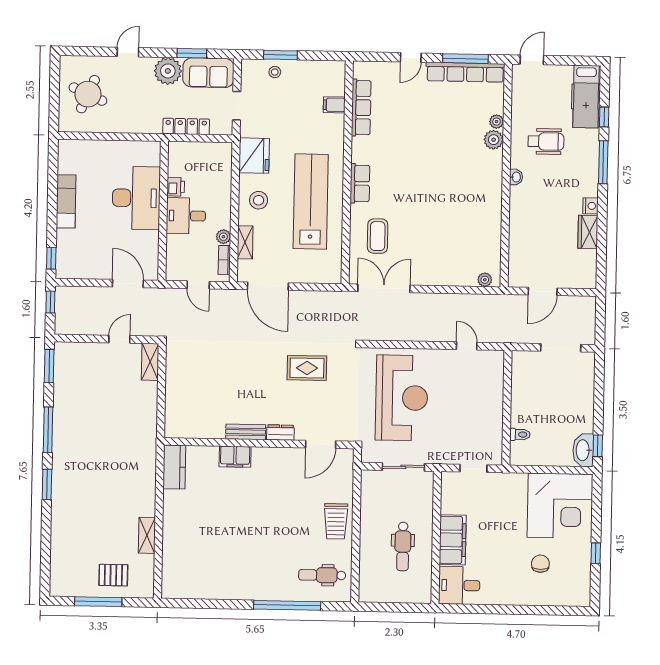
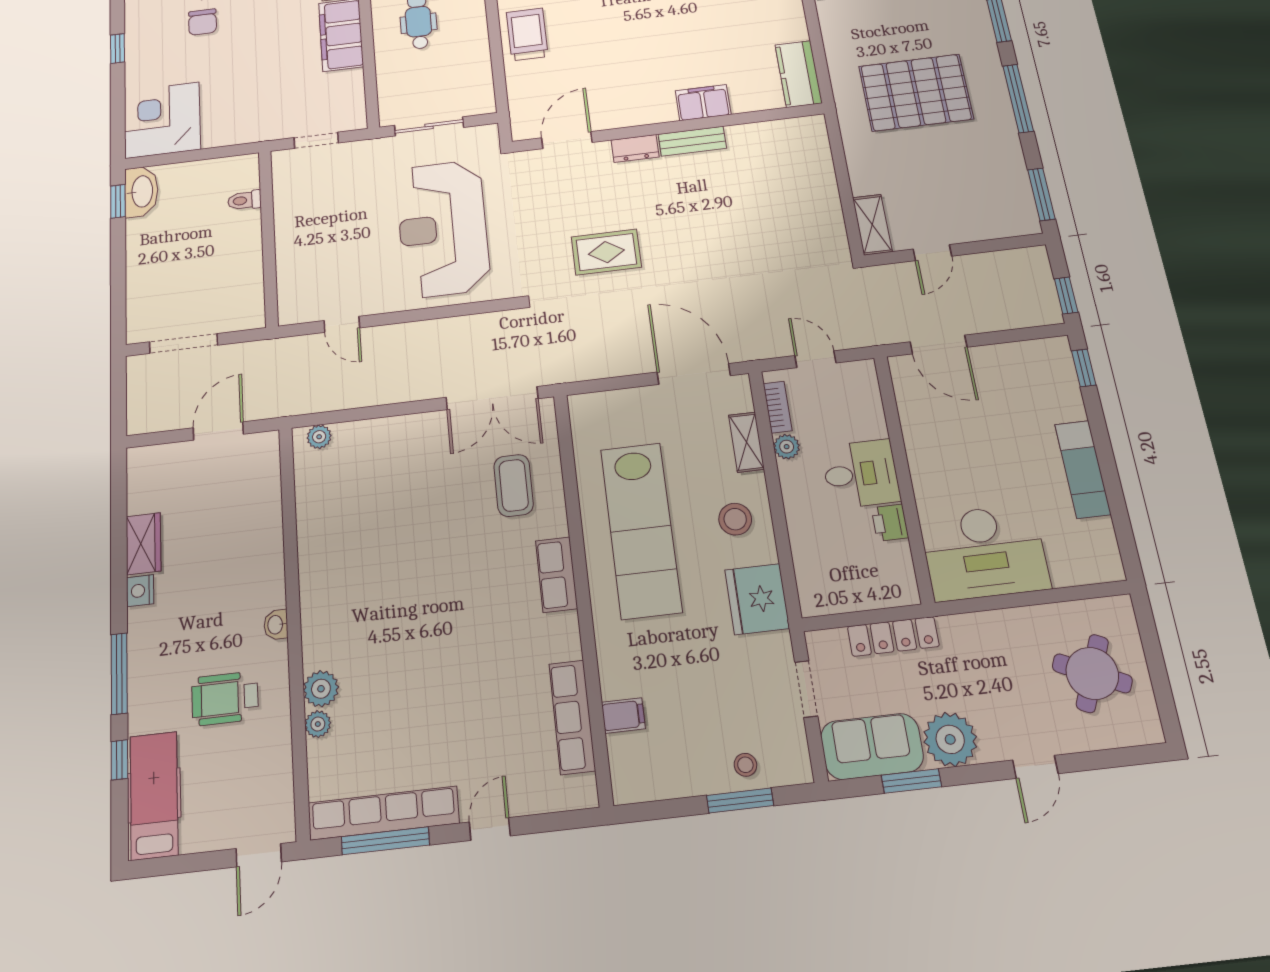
desk: (136, 198) -> (984, 552), moved, turned -90
pallet: (107, 443) -> (916, 93), added
corner desk: (560, 506) -> (162, 120), width x0.74, depth x0.74

